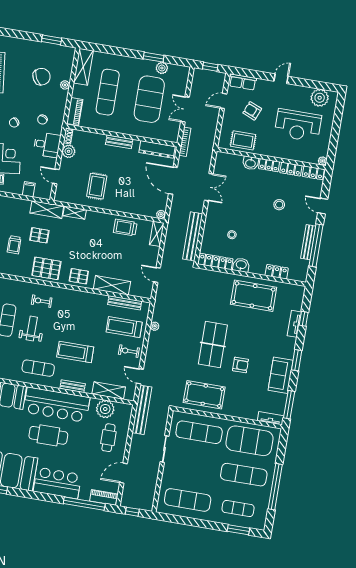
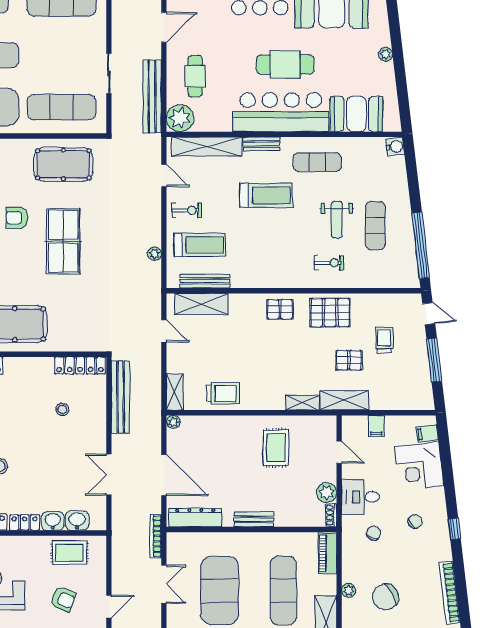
washbasin: (241, 265) -> (77, 521), moved, turned 180
shelving: (112, 285) -> (201, 304), moved
shelving: (109, 391) -> (207, 147), width x1.47
plant: (105, 409) -> (180, 118), moved
bench: (142, 410) -> (152, 97), moved

